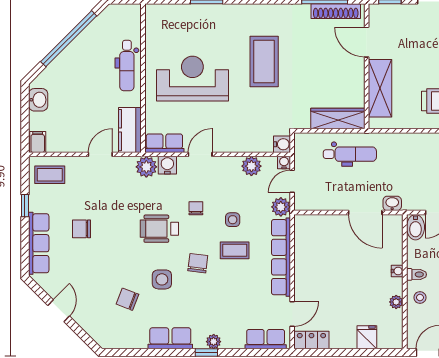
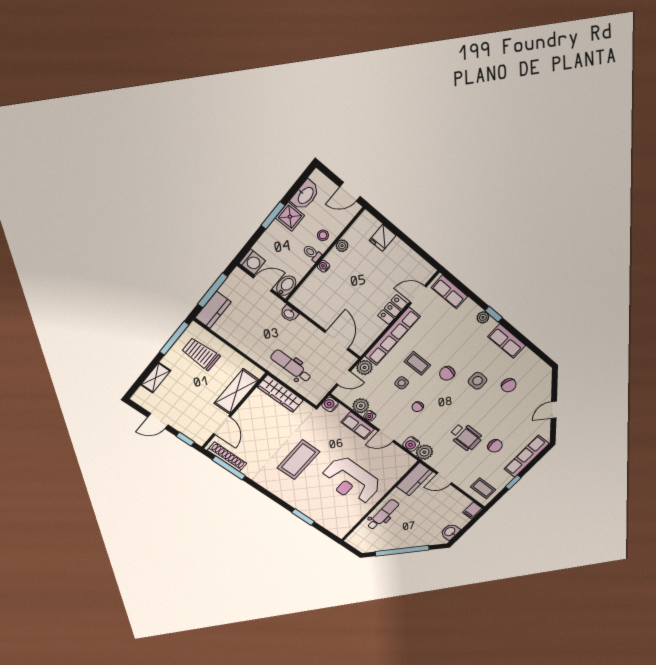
row of seats: (164, 143) -> (358, 426), moved
water cooler: (284, 163) -> (370, 416), moved
door: (365, 213) -> (337, 340), moved
wheelchair: (159, 229) -> (466, 437), moved
locker: (311, 340) -> (393, 310), moved, turned 90

